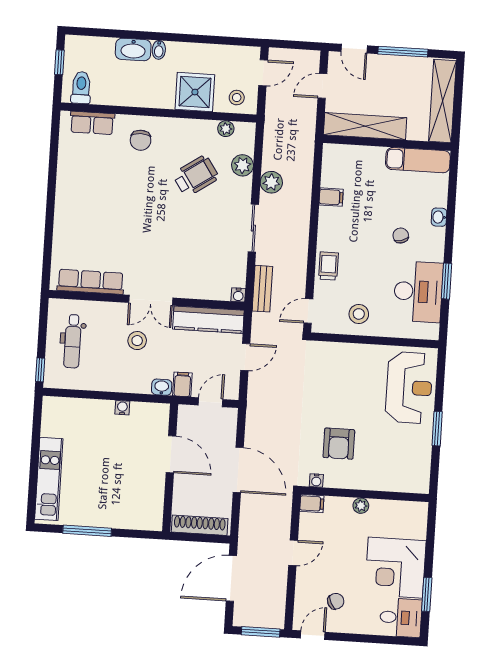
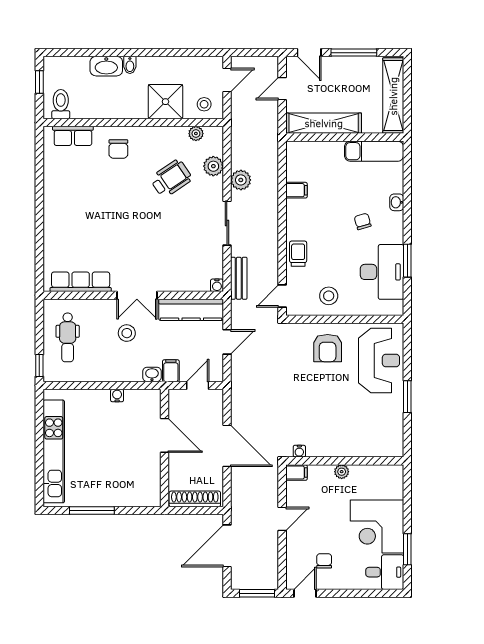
armchair: (339, 444) -> (328, 348), moved
kitchen unit: (49, 479) -> (54, 451), width x1.36
chair: (336, 601) -> (324, 561), turned -63

